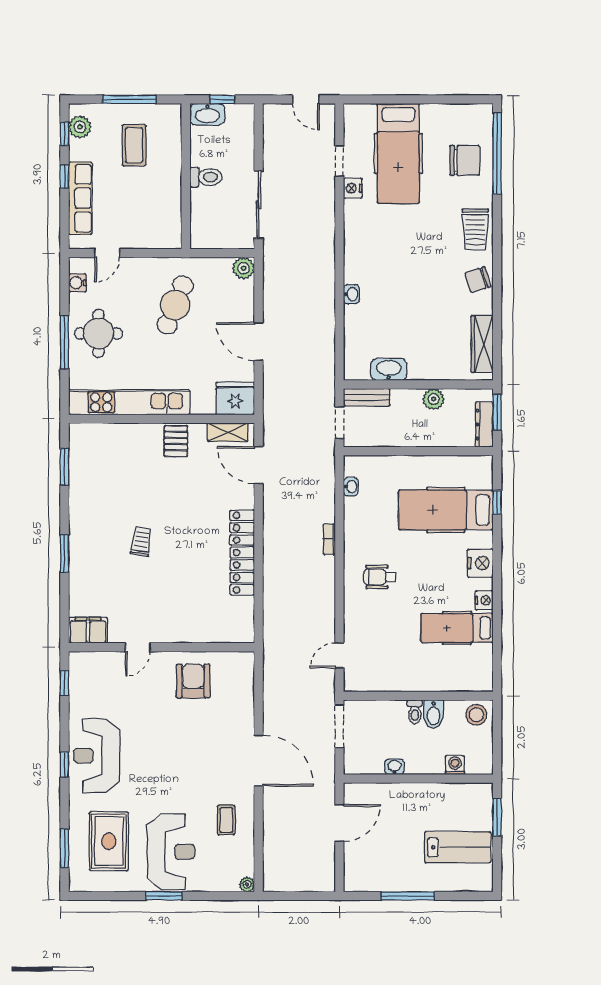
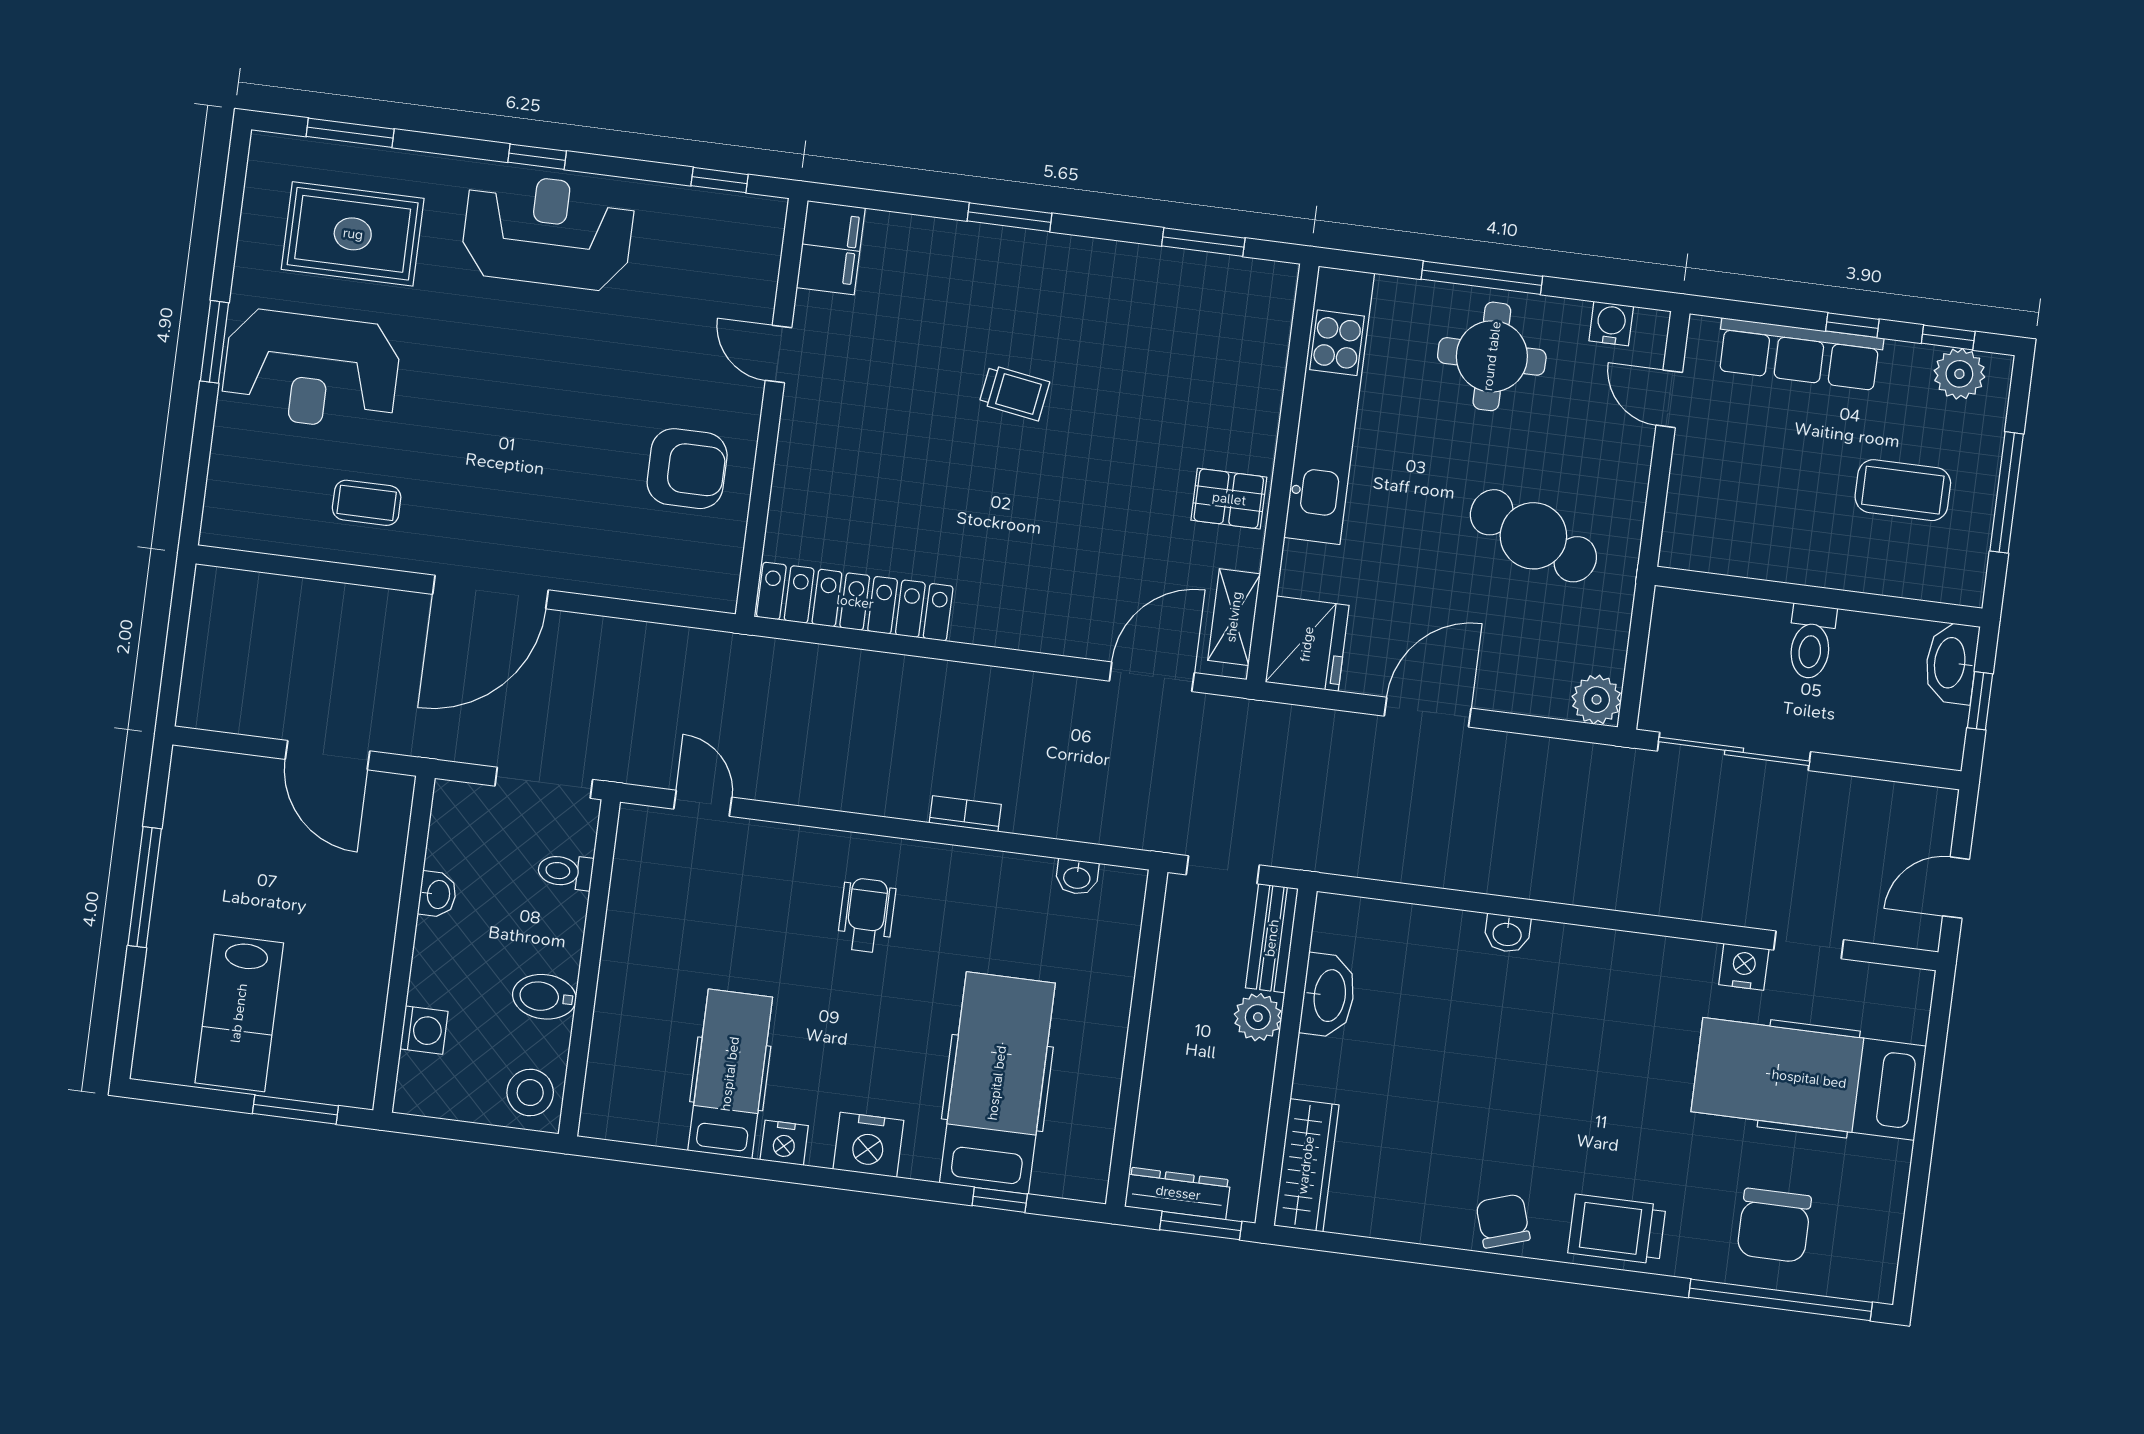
wardrobe: (482, 344) -> (1306, 1165), moved, turned 90
plant: (434, 399) -> (1258, 1017), moved
locker: (242, 553) -> (855, 602), moved
toilet: (415, 712) -> (565, 872), moved
plant: (247, 884) -> (217, 531), removed

